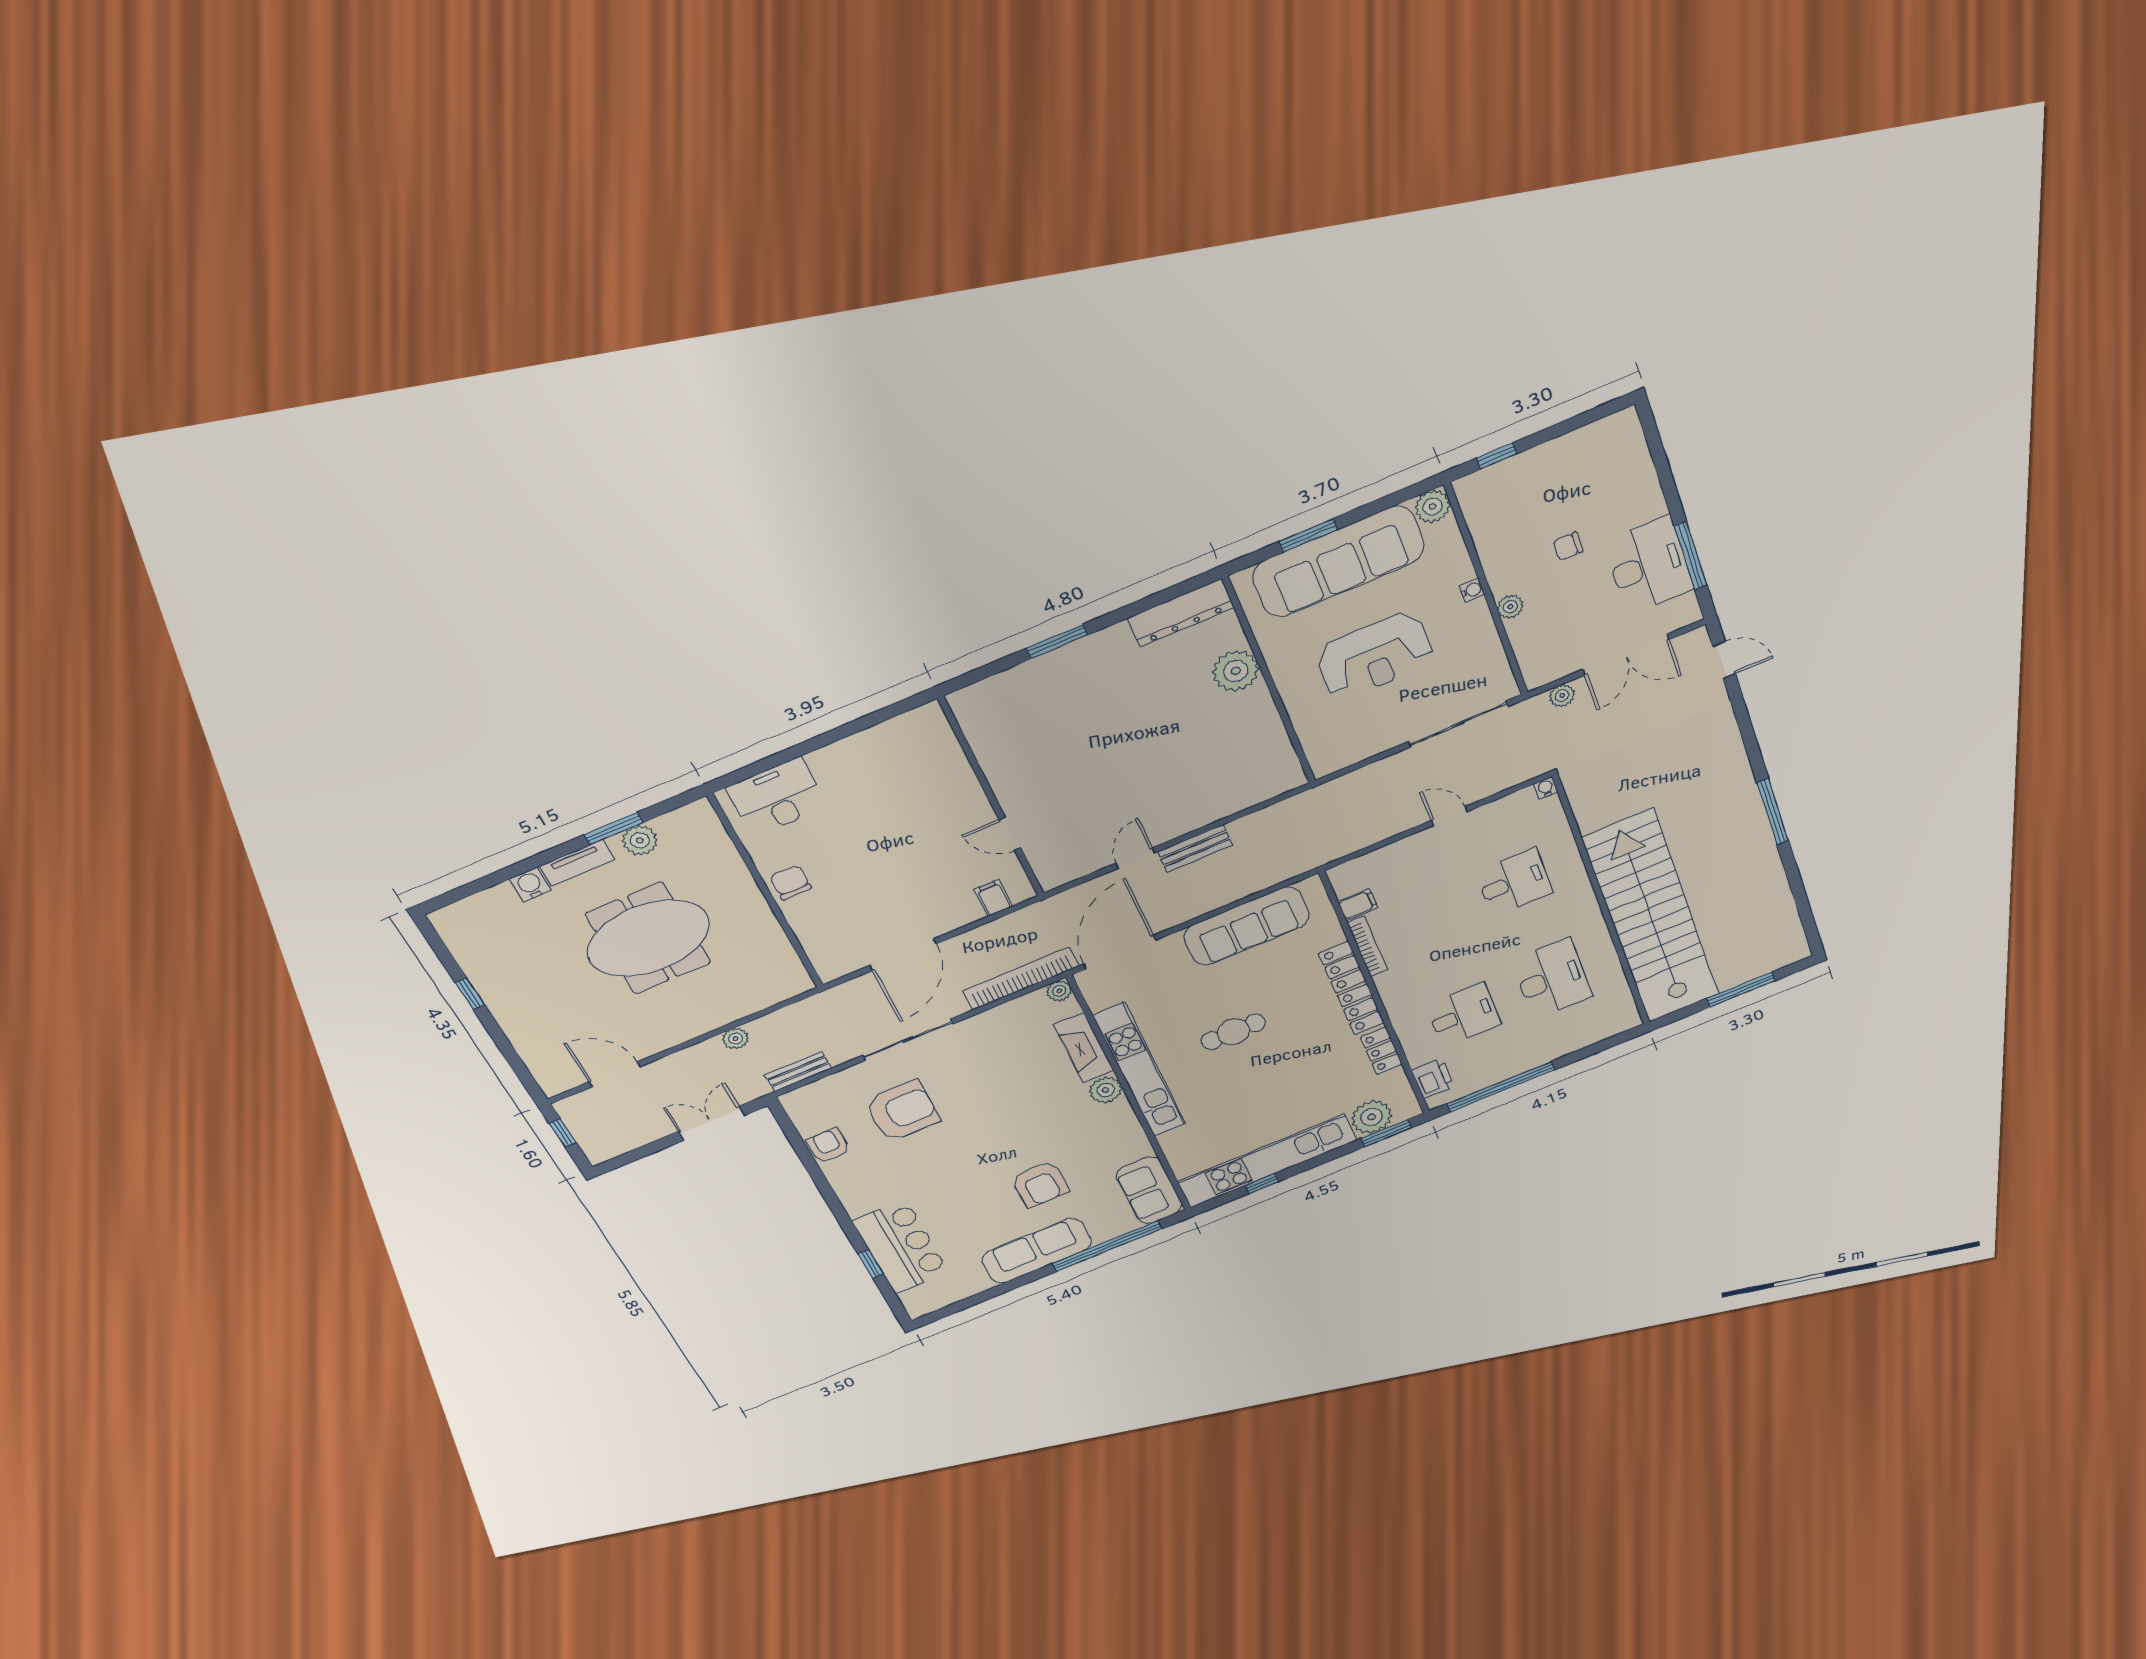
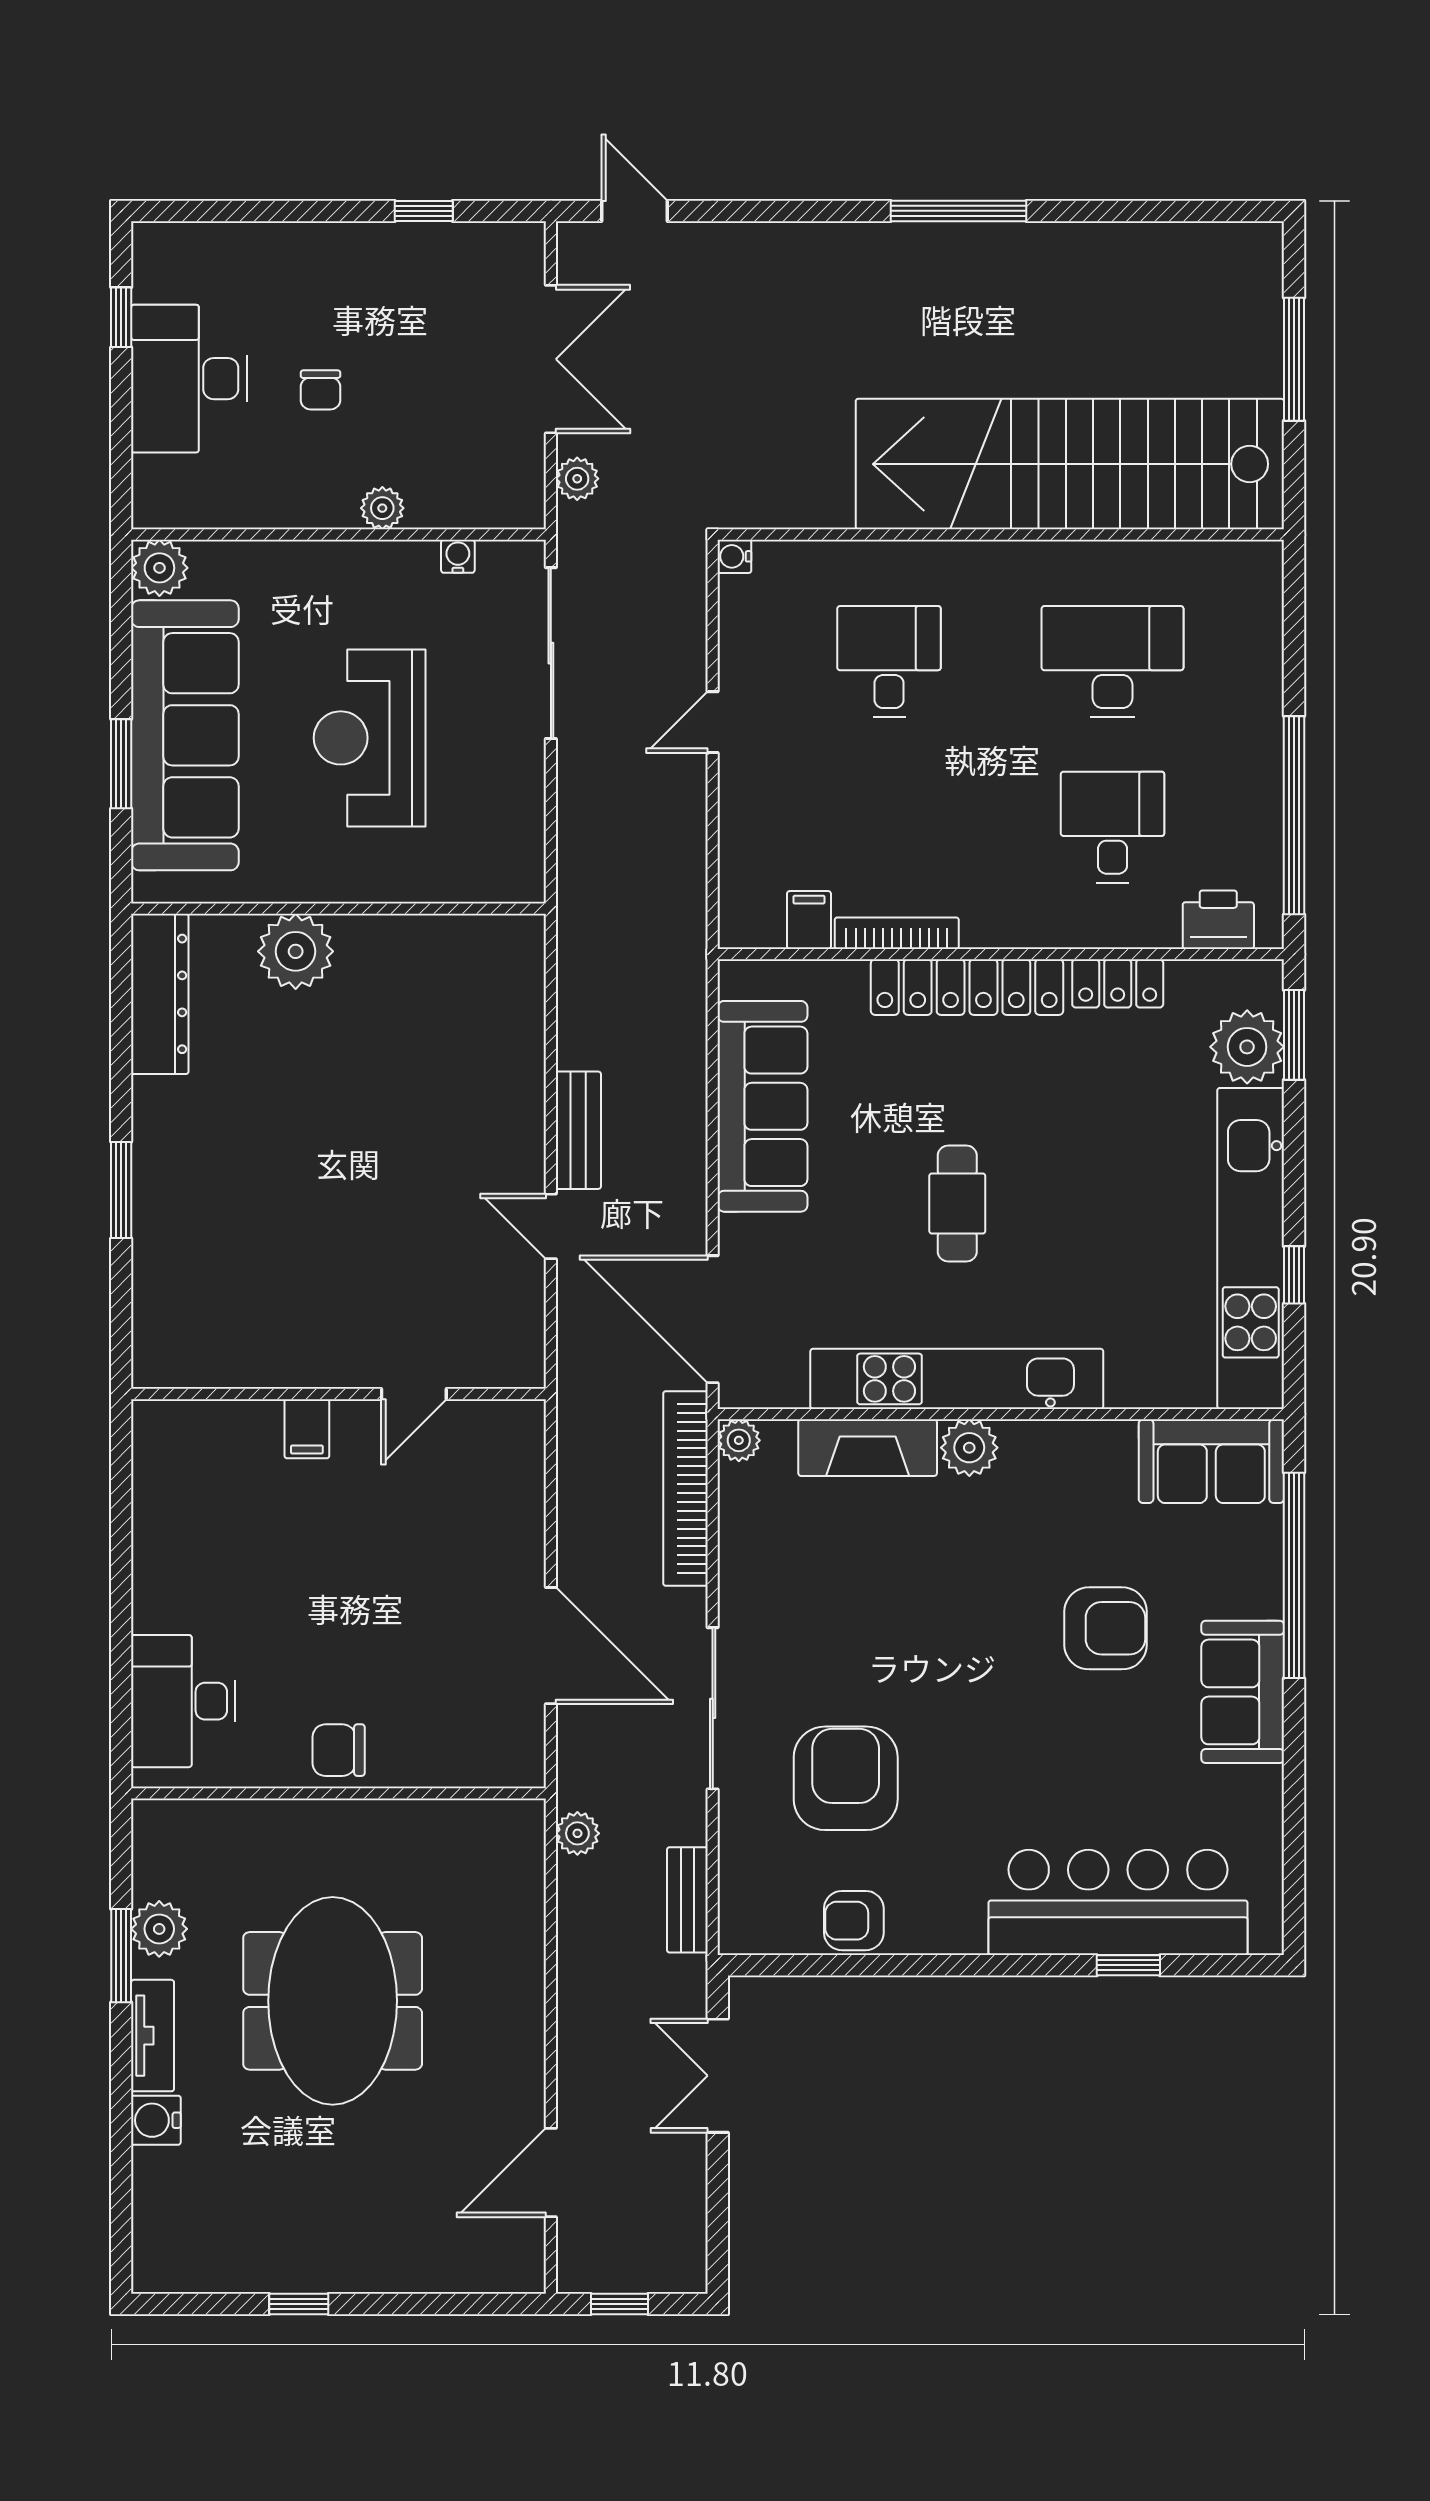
window: (1497, 456) -> (121, 317), moved
window: (1691, 555) -> (424, 211), width x0.46
desk: (1649, 565) -> (189, 379), moved, turned -90
water cooler: (1472, 590) -> (458, 556), moved
reception desk: (1375, 656) -> (370, 738), turned 180
door: (1724, 660) -> (635, 211), hinge flipped
filing cabinet: (993, 898) -> (307, 1429), moved, turned -90
plant: (736, 1039) -> (577, 1833), moved
bar counter: (901, 1247) -> (1118, 1902), width x1.36
sofa: (1037, 1251) -> (1243, 1692), width x0.73

